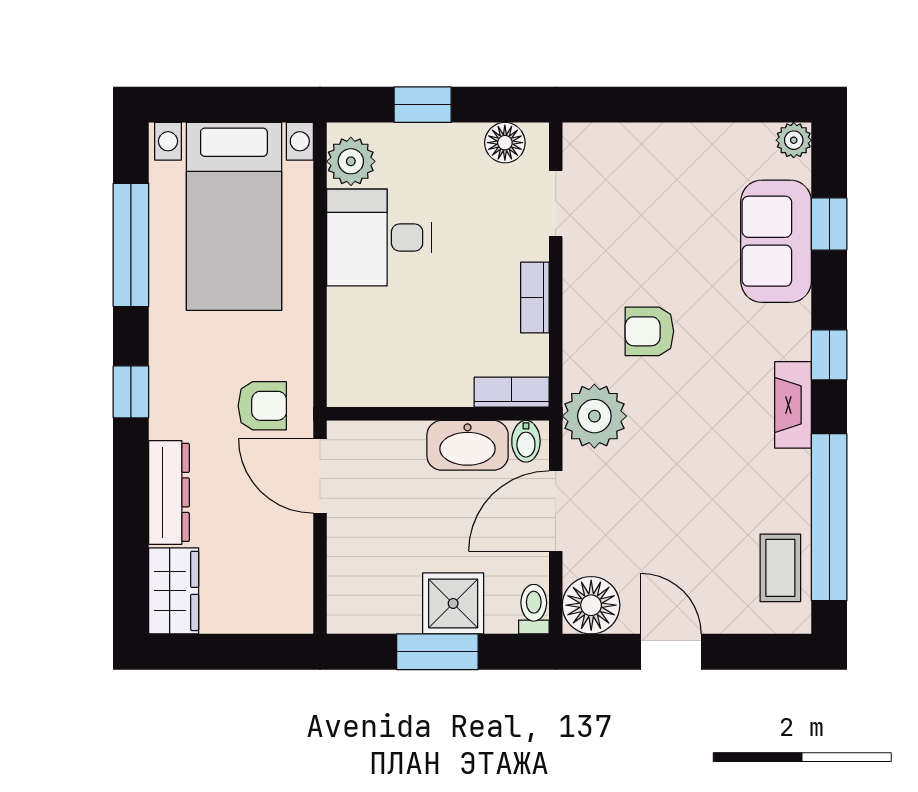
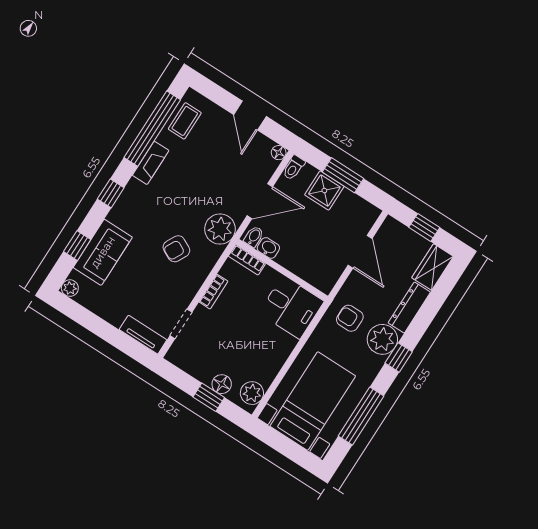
tv unit: (611, 141) -> (143, 335), added
floor lamp: (505, 143) -> (222, 384), moved
desk: (379, 238) -> (291, 307), moved
armchair: (649, 331) -> (176, 249), turned 117
plant: (180, 405) -> (382, 339), added
fireplace: (793, 405) -> (151, 163), moved
washbasin: (468, 445) -> (268, 248), width x0.52, depth x0.69
door: (320, 476) -> (360, 252), moved
floor lamp: (591, 605) -> (279, 153), width x0.53, depth x0.53
window: (234, 652) -> (424, 227), added

